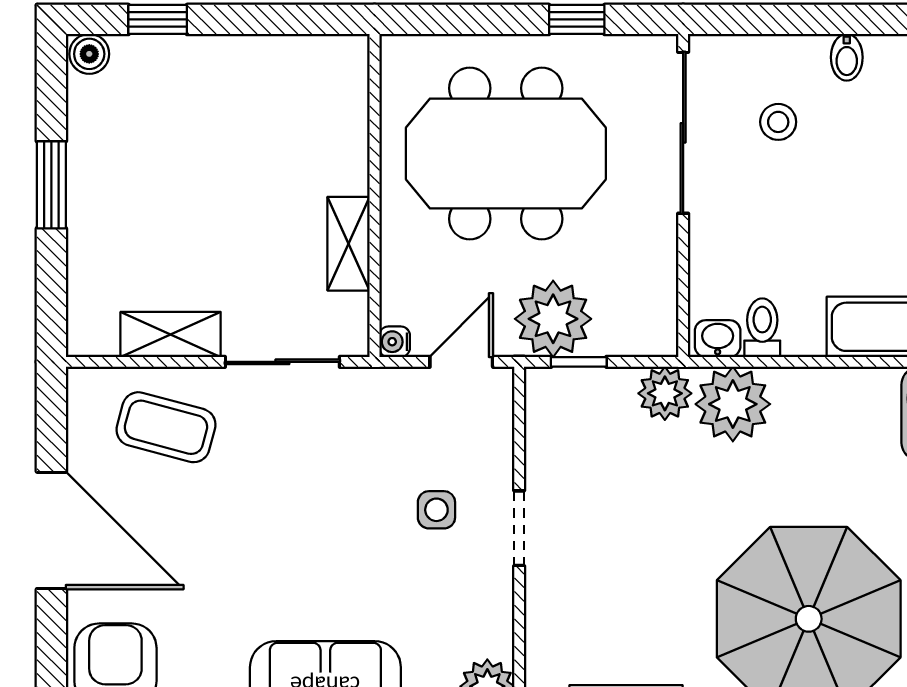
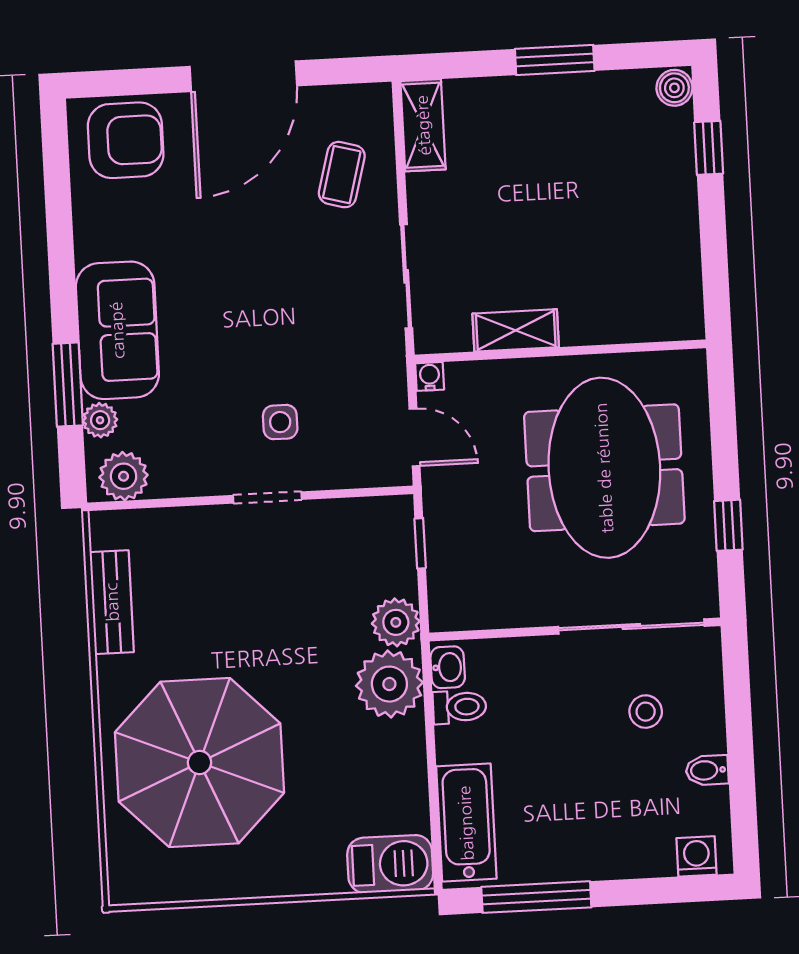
plant: (553, 319) -> (458, 518), removed
shelving: (171, 334) -> (423, 125), moved
coffee table: (166, 427) -> (342, 175), width x0.73, depth x0.77

